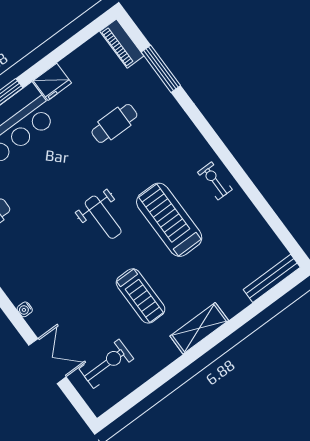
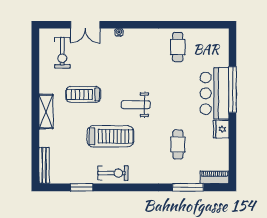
exercise bike: (215, 181) -> (113, 173), width x1.38, depth x1.39
window: (264, 208) -> (82, 187), added

